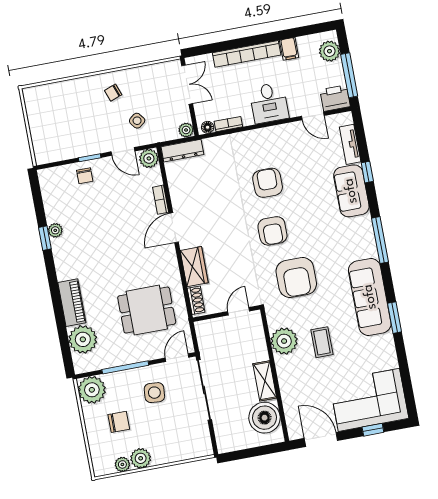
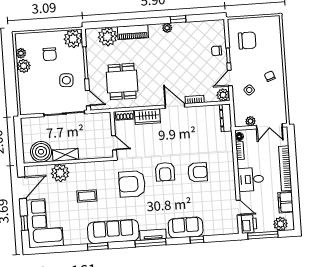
filing cabinet: (289, 49) -> (286, 202), width x2.00
door: (313, 116) -> (239, 208), swing flipped
plant: (186, 130) -> (250, 121), moved
chair: (64, 132) -> (247, 41), added
tv unit: (350, 144) -> (153, 235), moved
plant: (55, 230) -> (167, 28), moved
armchair: (272, 231) -> (165, 172), turned -90
plant: (284, 341) -> (60, 173), moved

